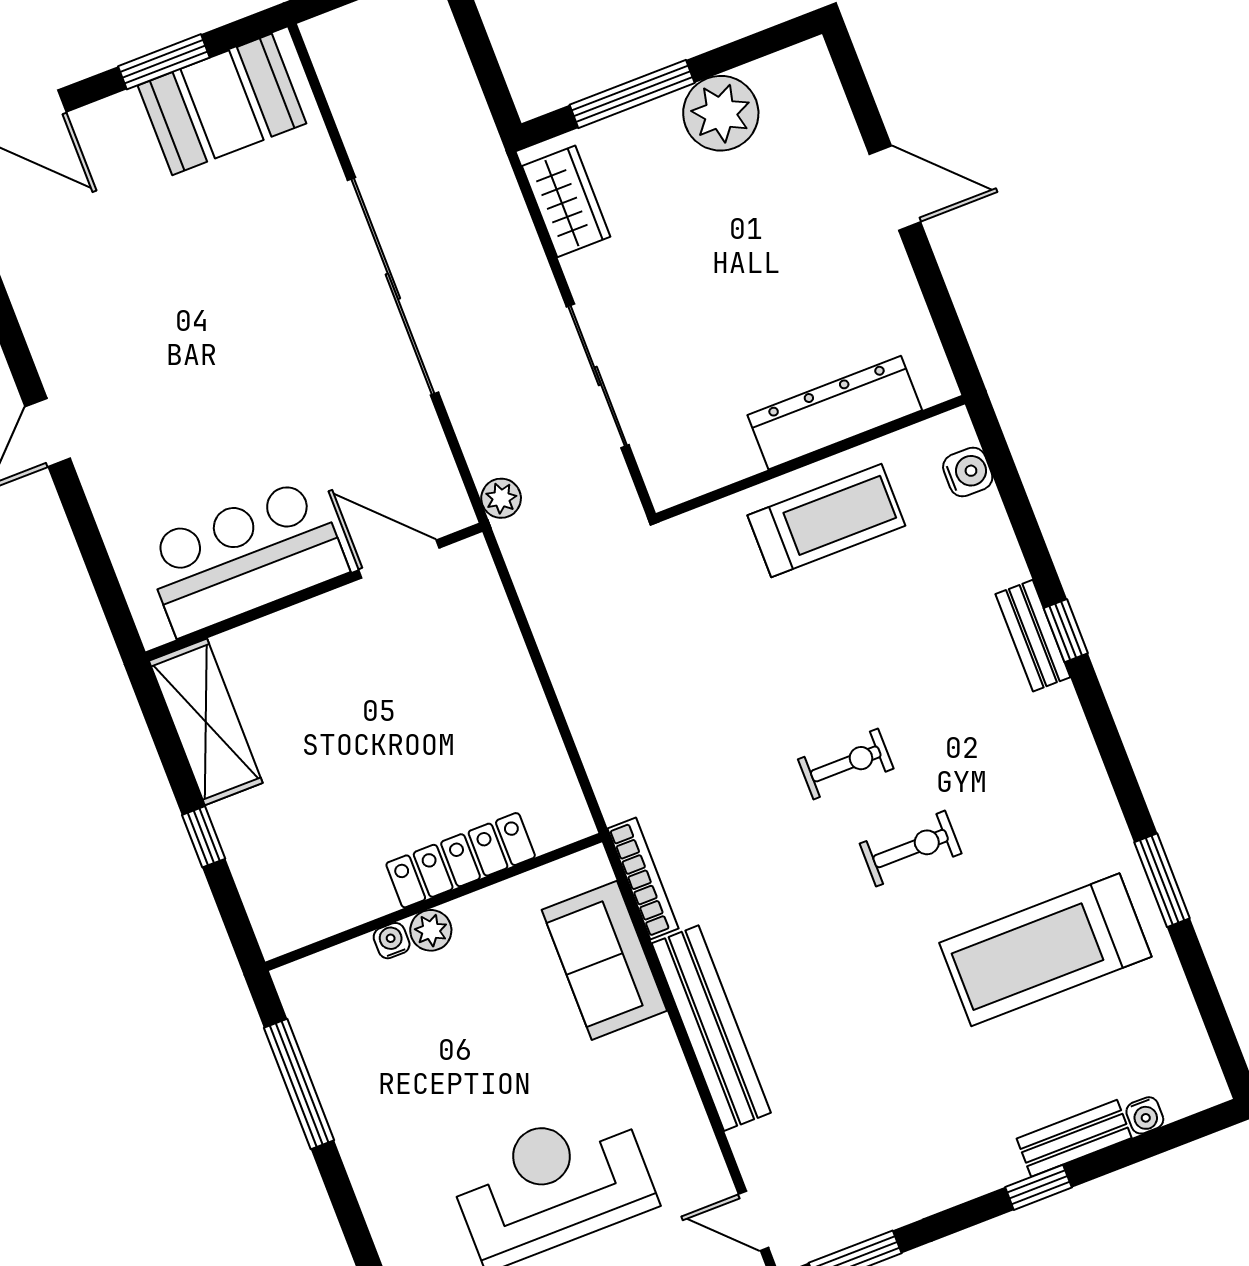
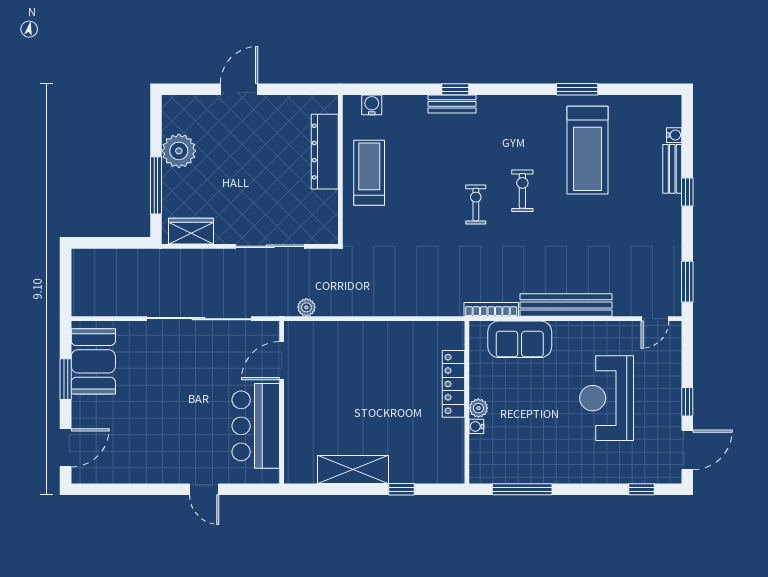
bar counter: (245, 557) -> (256, 426), moved
door: (399, 559) -> (282, 361), moved
wall: (314, 592) -> (282, 402), moved

